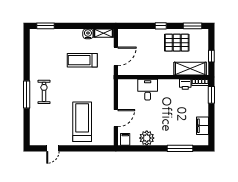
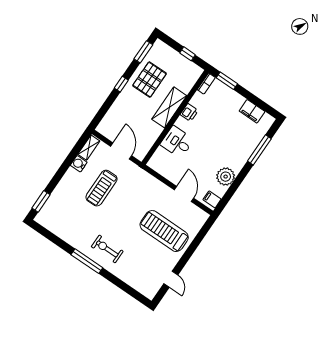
shelving: (190, 69) -> (169, 107), moved
printer: (185, 84) -> (189, 112), moved
window: (27, 94) -> (87, 261), moved

